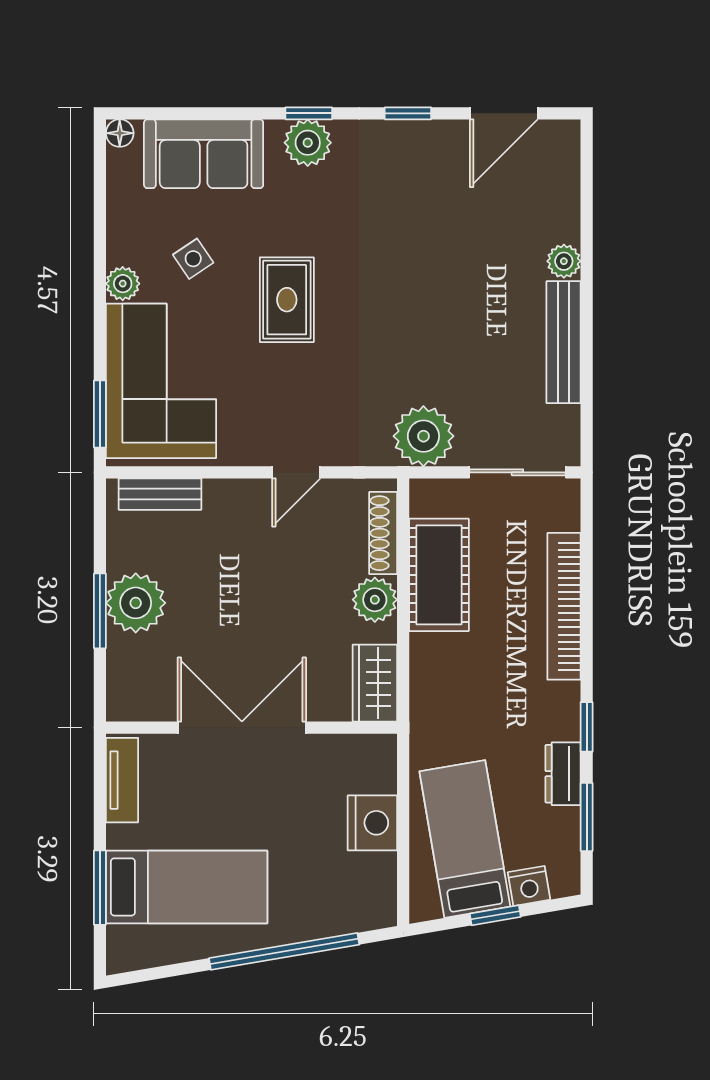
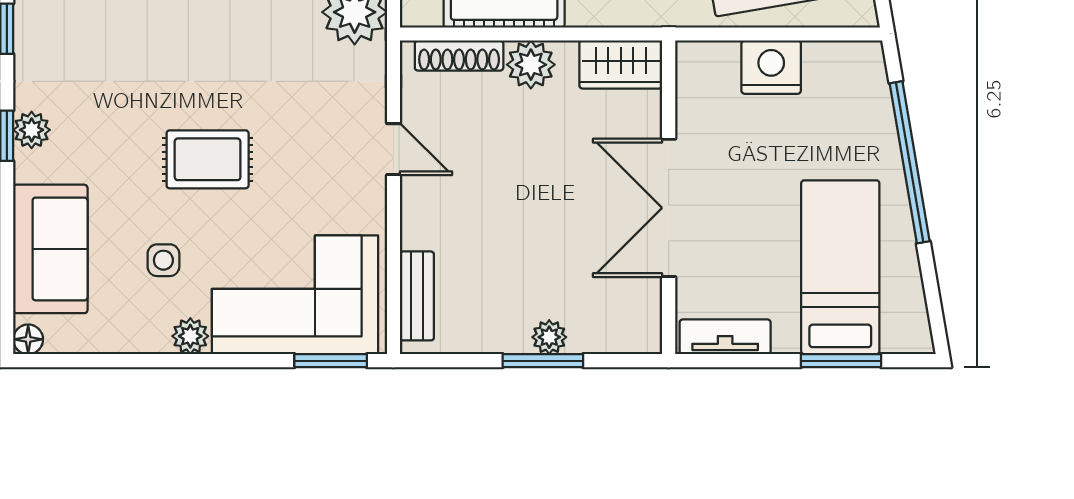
plant: (308, 143) -> (32, 130), width x0.73, depth x0.73
side table: (193, 259) -> (163, 260), turned 34
plant: (136, 603) -> (549, 337), width x0.53, depth x0.53

